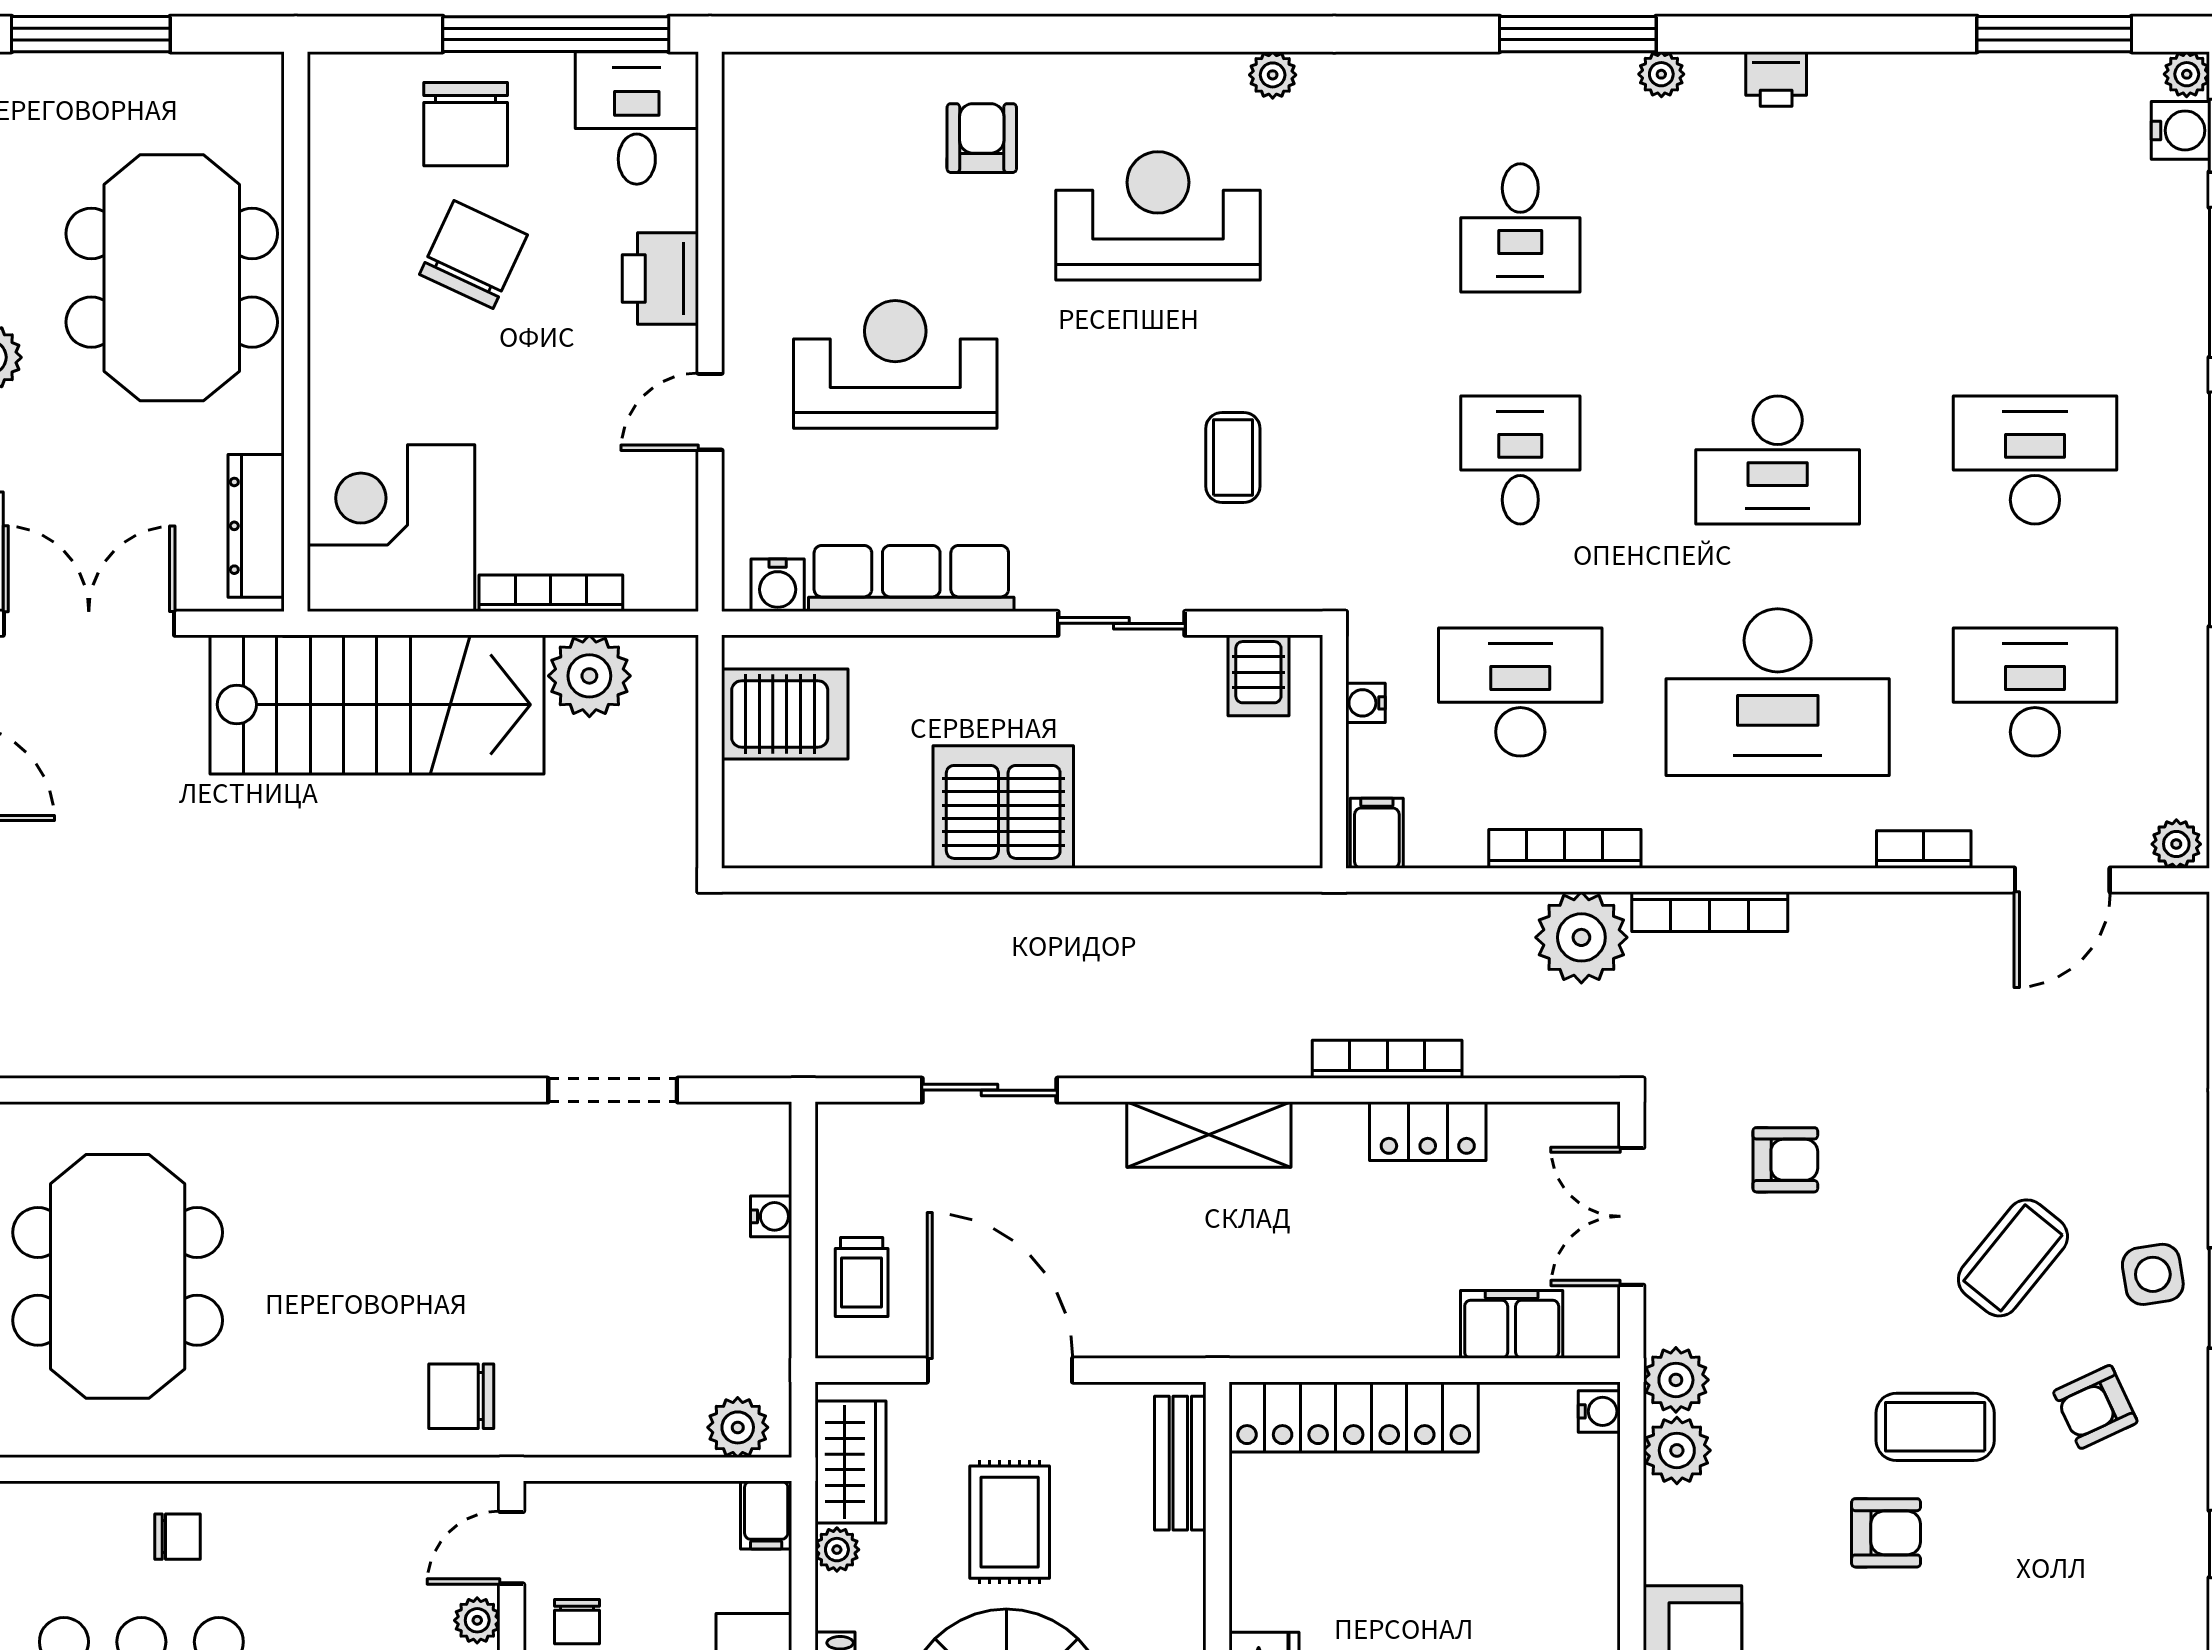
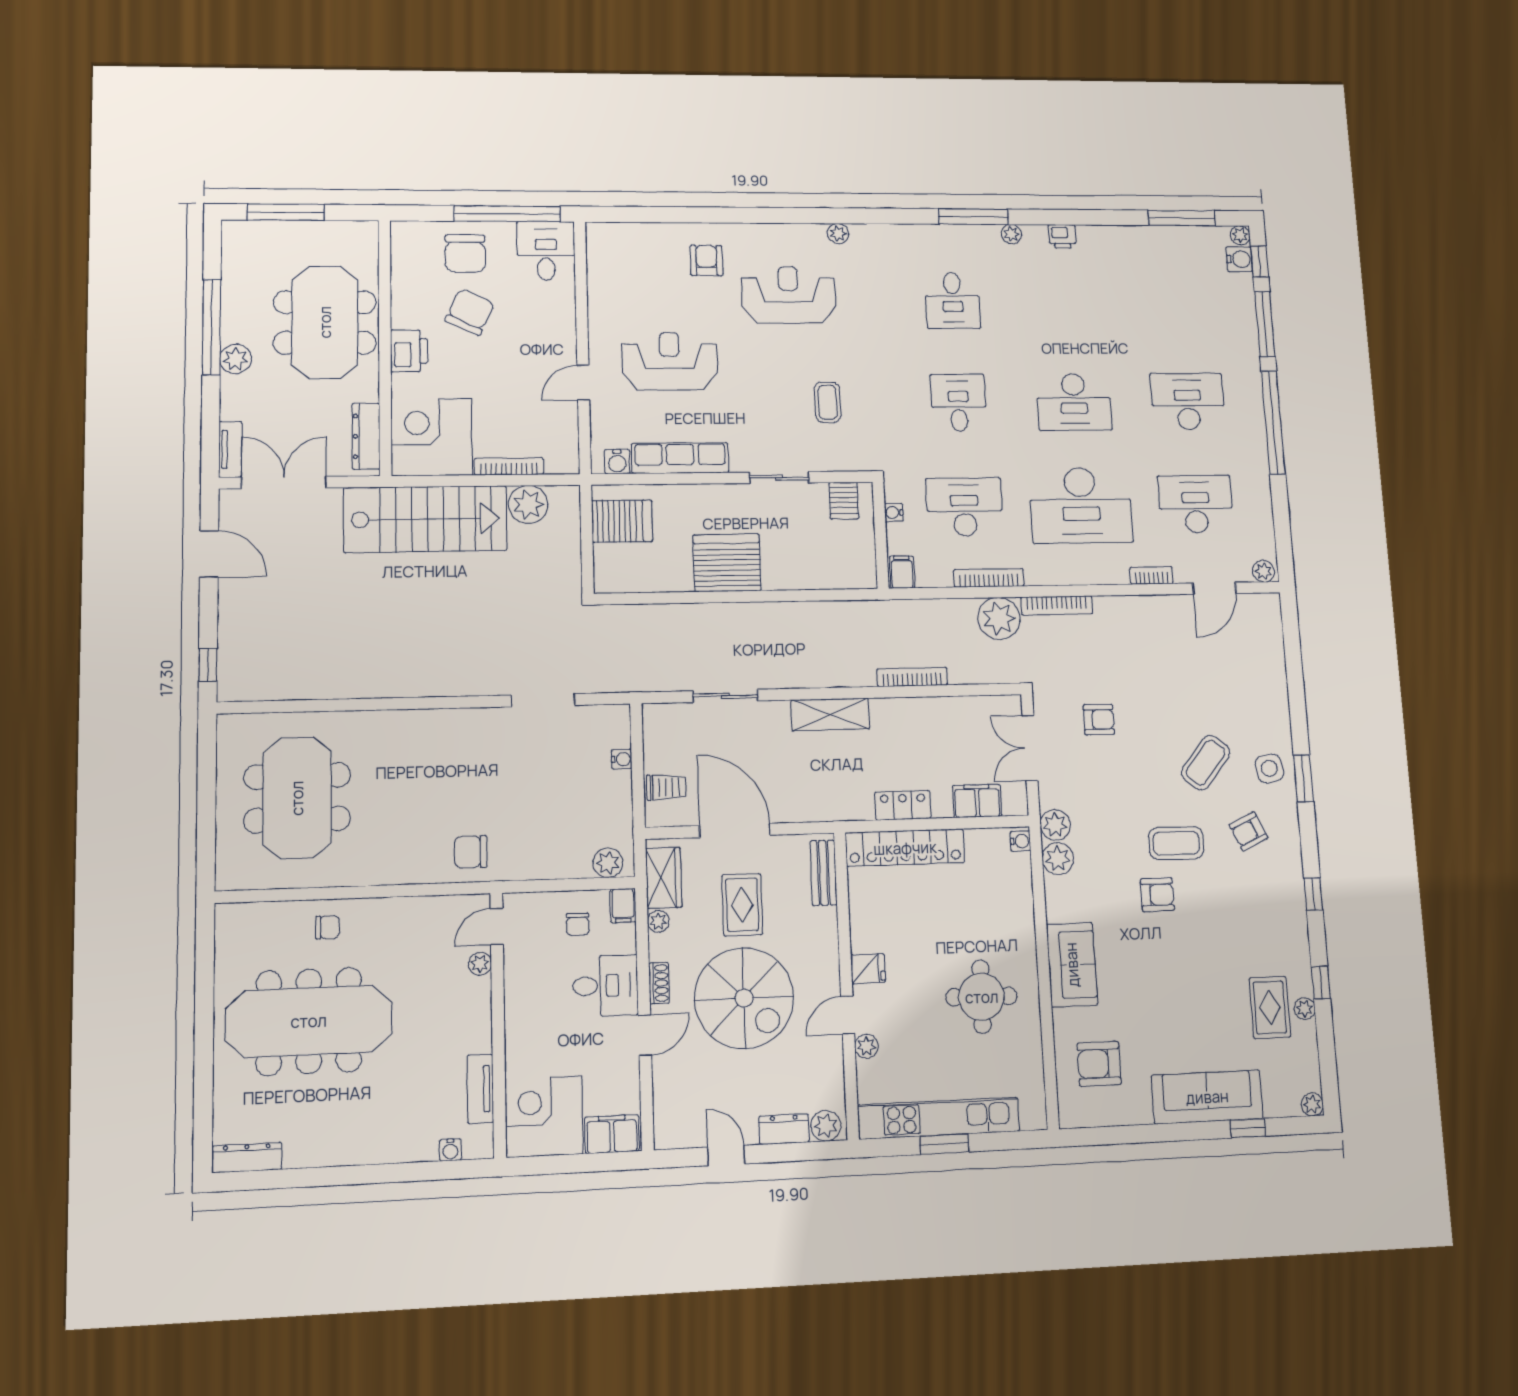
printer: (660, 278) -> (409, 351), moved, turned 180
locker: (1428, 1131) -> (903, 805), moved, turned 180
trolley: (862, 1277) -> (666, 787), turned -90
chair: (577, 1622) -> (578, 924), moved

